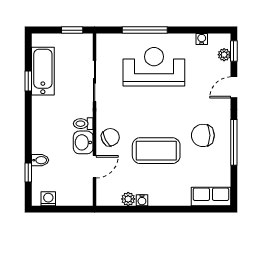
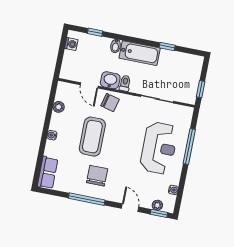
bathtub: (43, 71) -> (140, 53), moved
chair: (110, 137) -> (110, 103), turned -48
bidet: (40, 160) -> (116, 46), moved
water cooler: (142, 200) -> (52, 135), moved

